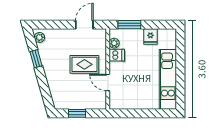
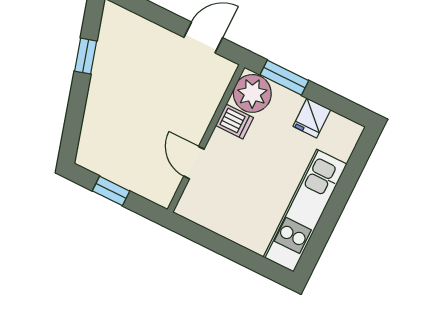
plant: (39, 37) -> (111, 20), removed
plant: (114, 43) -> (252, 93), width x1.88, depth x1.88
rug: (84, 64) -> (168, 109), removed

